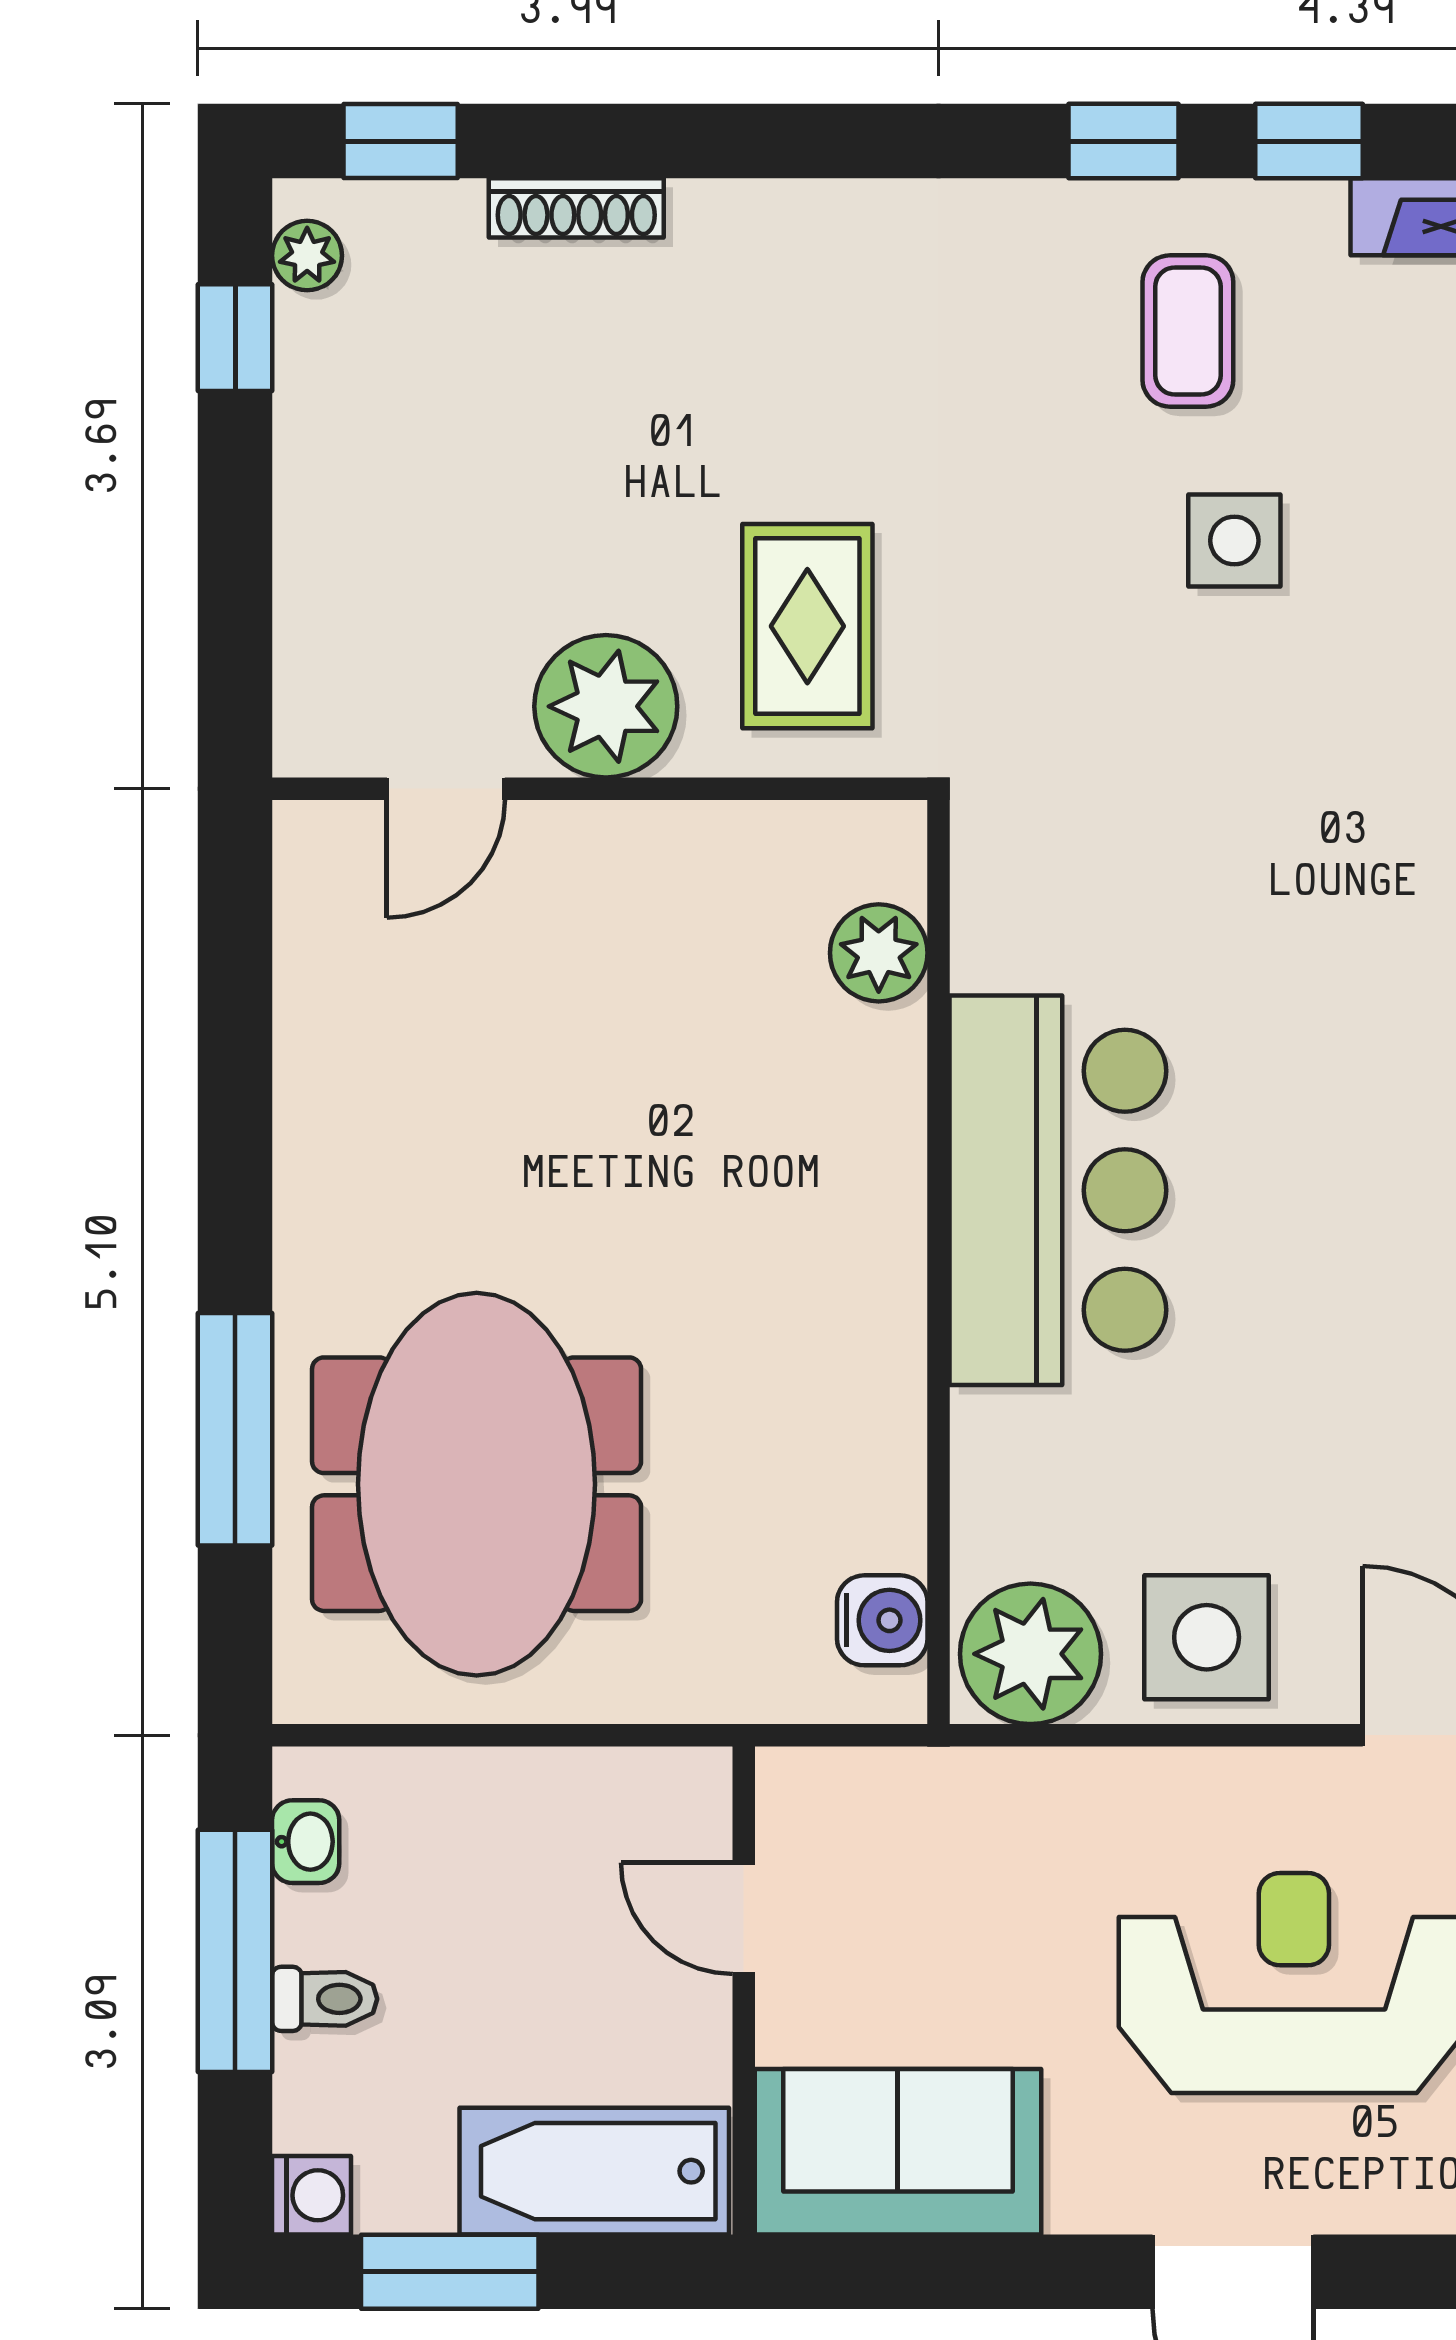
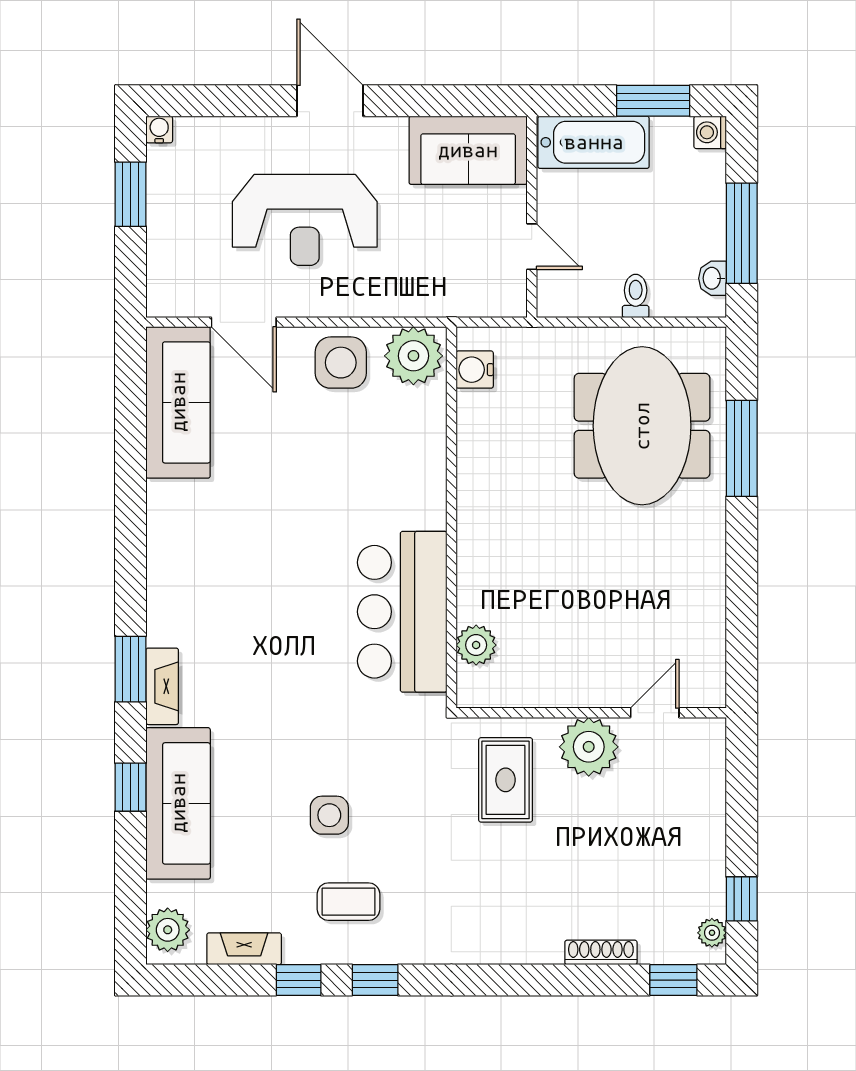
coffee table: (1188, 331) -> (348, 902), turned 90
bar counter: (1058, 1190) -> (402, 612), moved
toilet: (325, 1999) -> (636, 296), moved, turned 90

